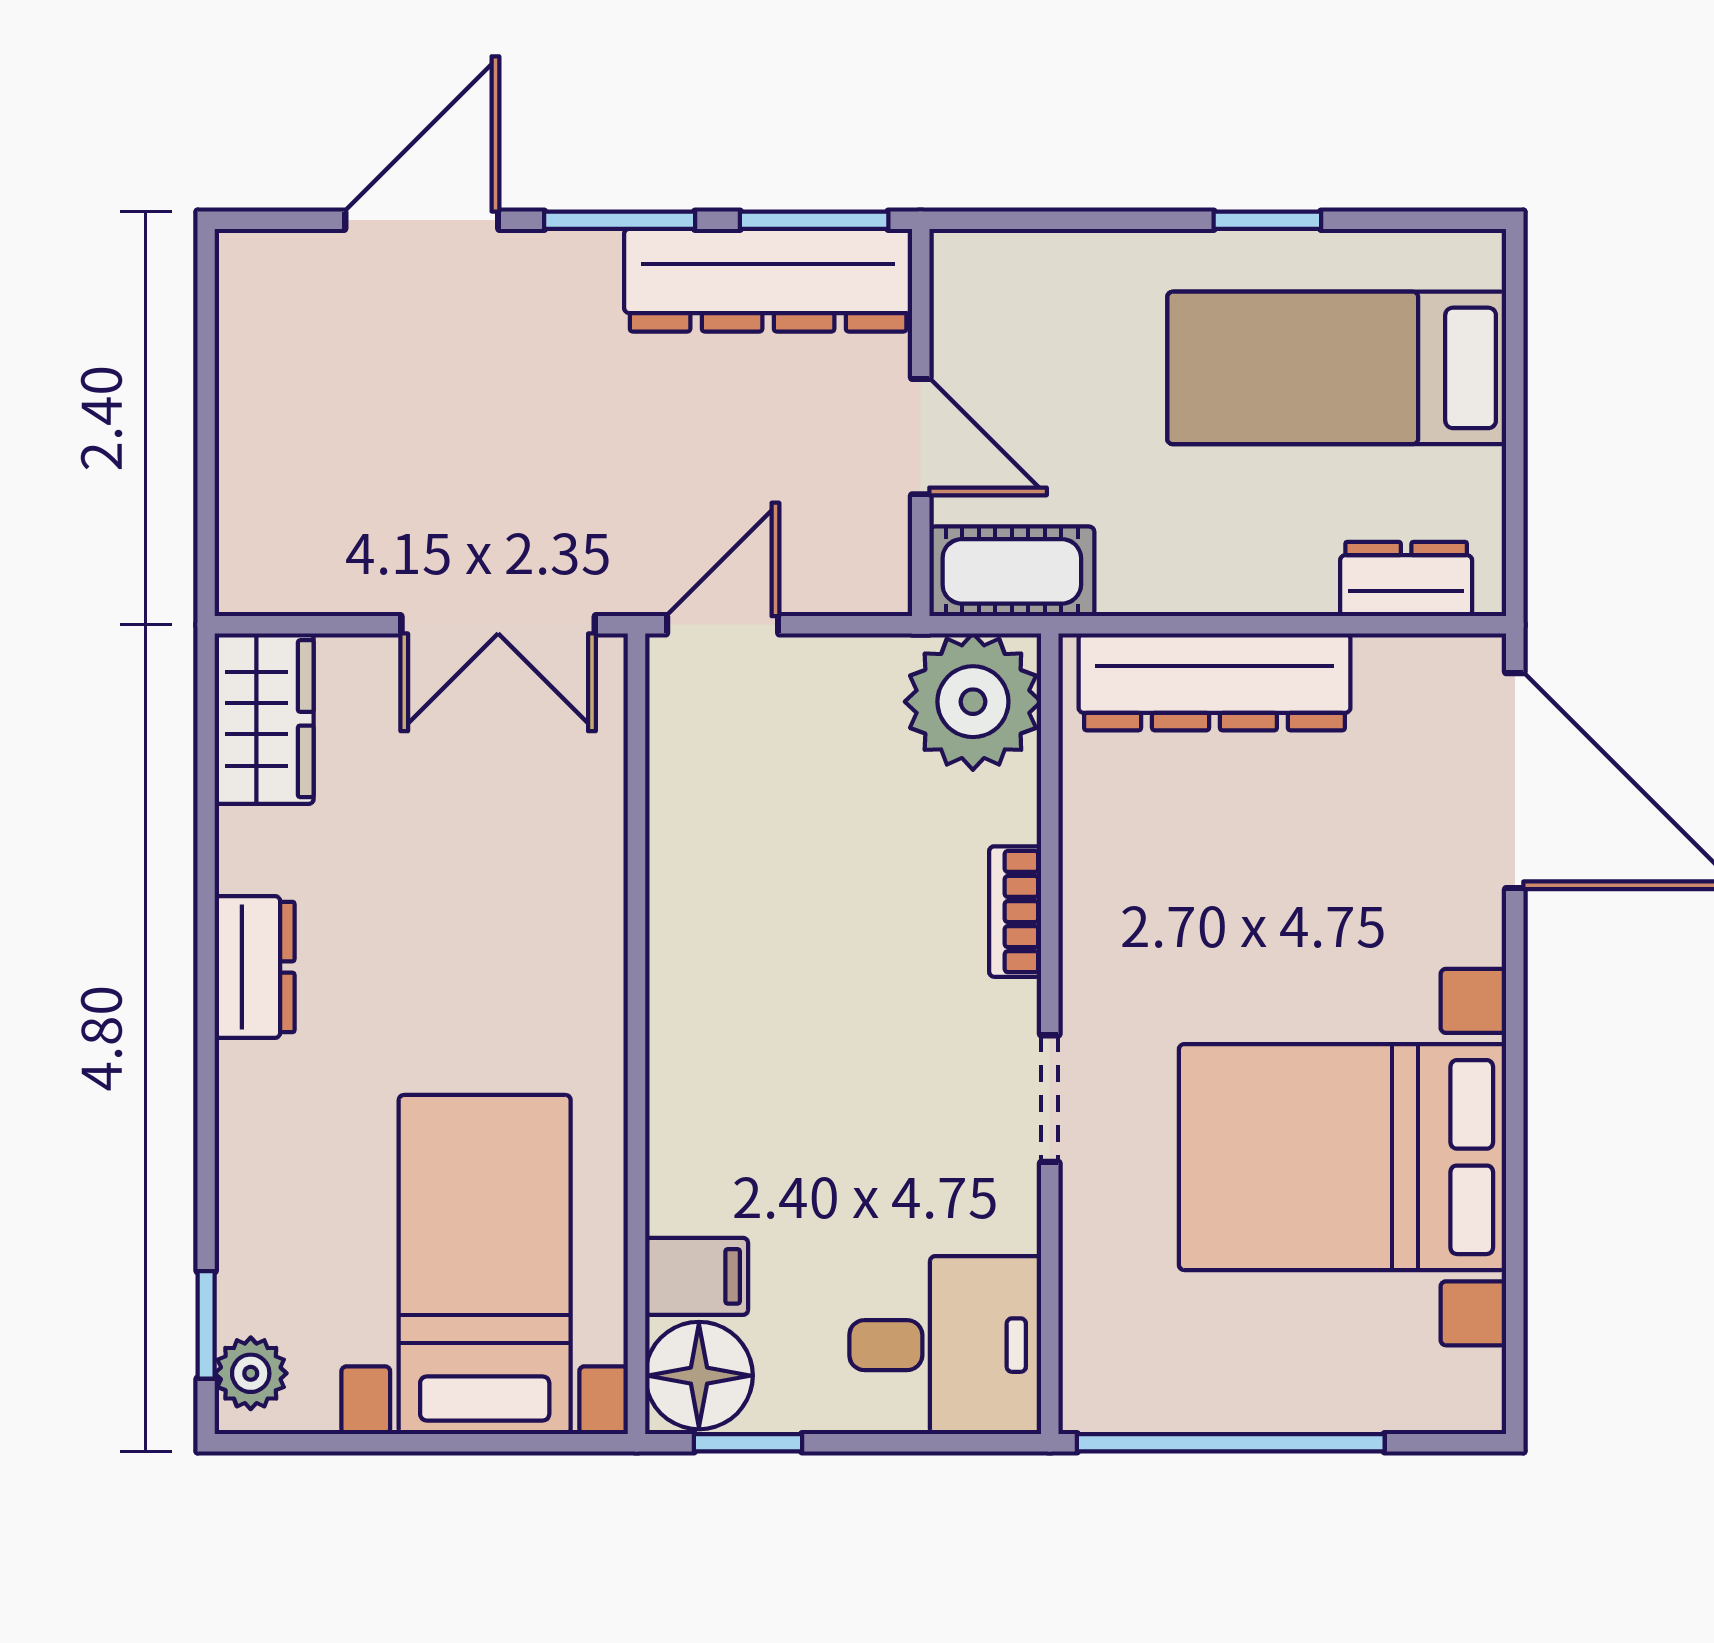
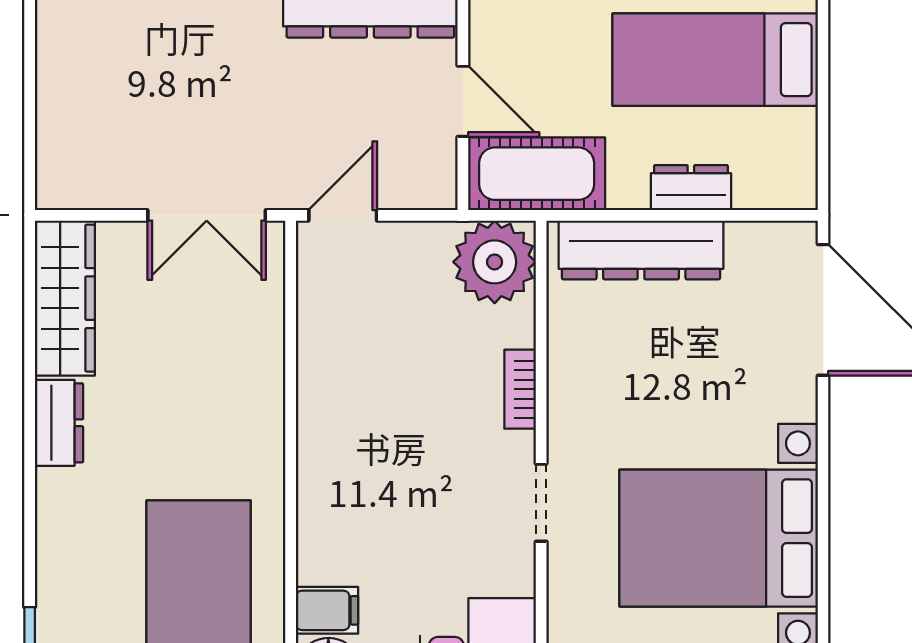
cot: (1012, 571) -> (537, 174), width x1.37, depth x1.34
dresser: (1406, 579) -> (691, 188), moved
wardrobe: (264, 719) -> (65, 298), width x1.50

